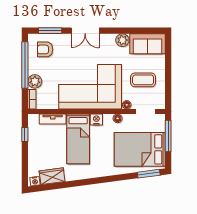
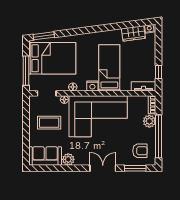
tv unit: (53, 119) -> (144, 86), moved

